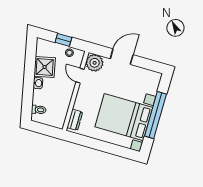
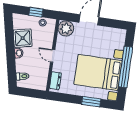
door: (80, 76) -> (53, 56), moved
window: (112, 149) -> (91, 102), added

